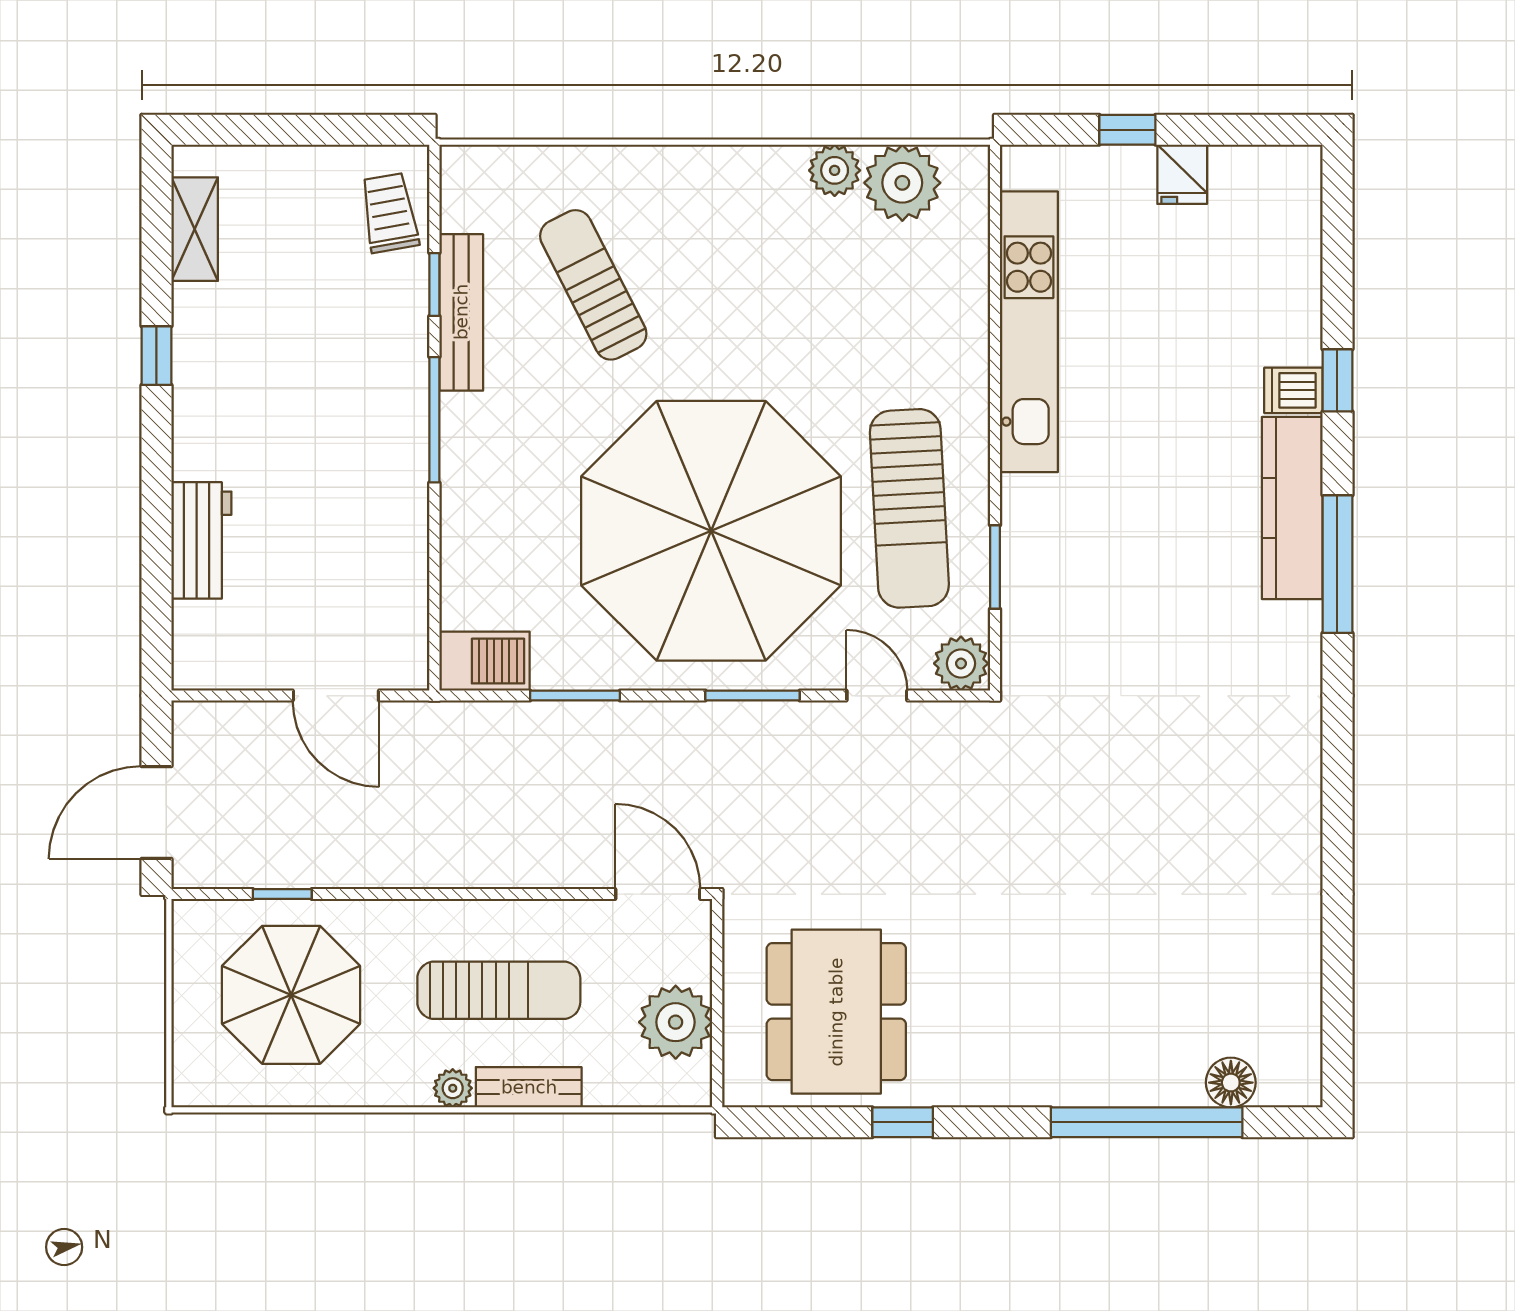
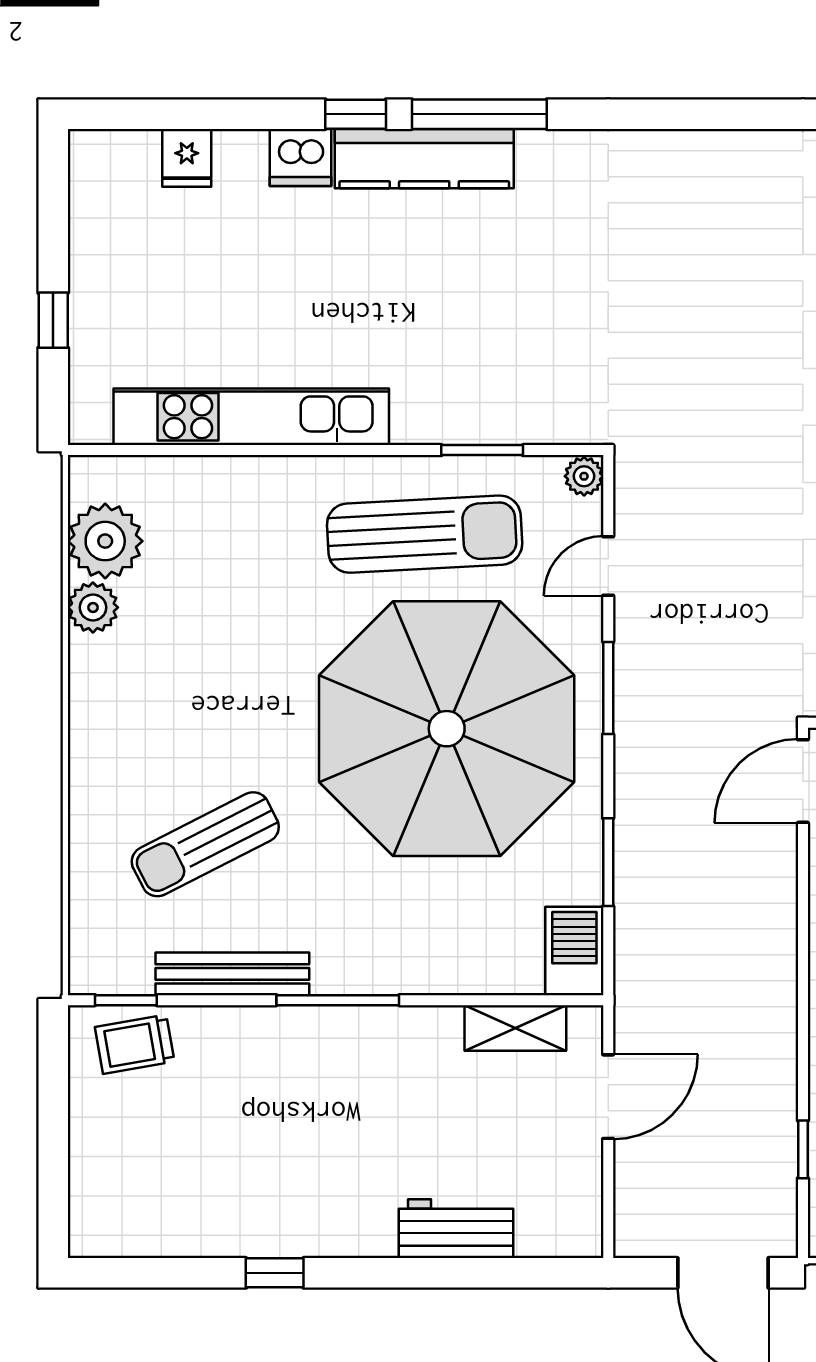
fridge: (1182, 174) -> (187, 158), moved, turned 90
shelving: (195, 229) -> (515, 1028), moved
window: (434, 285) -> (126, 1000), moved
window: (1337, 380) -> (356, 114), moved
dishwasher: (1293, 390) -> (300, 157), width x1.38
plant: (961, 663) -> (584, 476), width x0.73, depth x0.73

